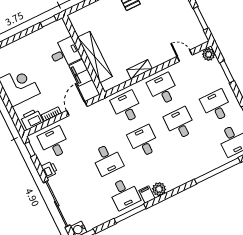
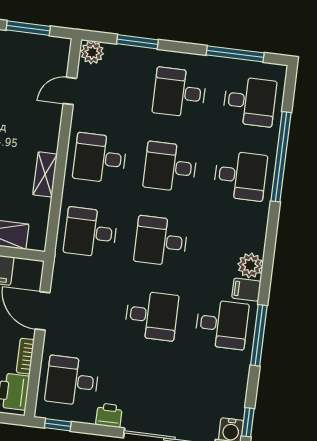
desk: (197, 158) -> (240, 176), added

